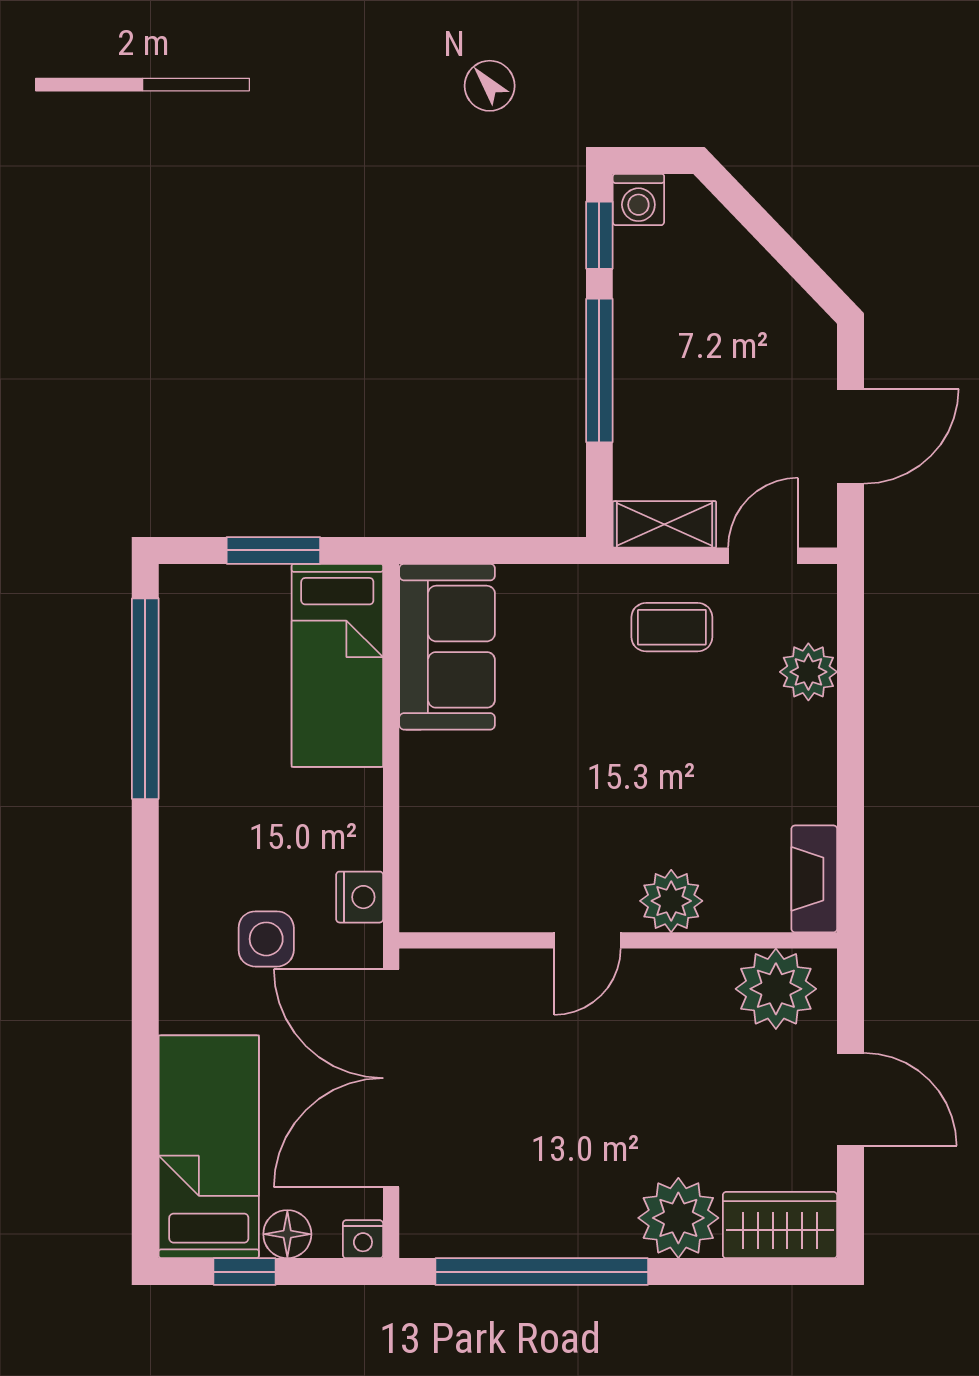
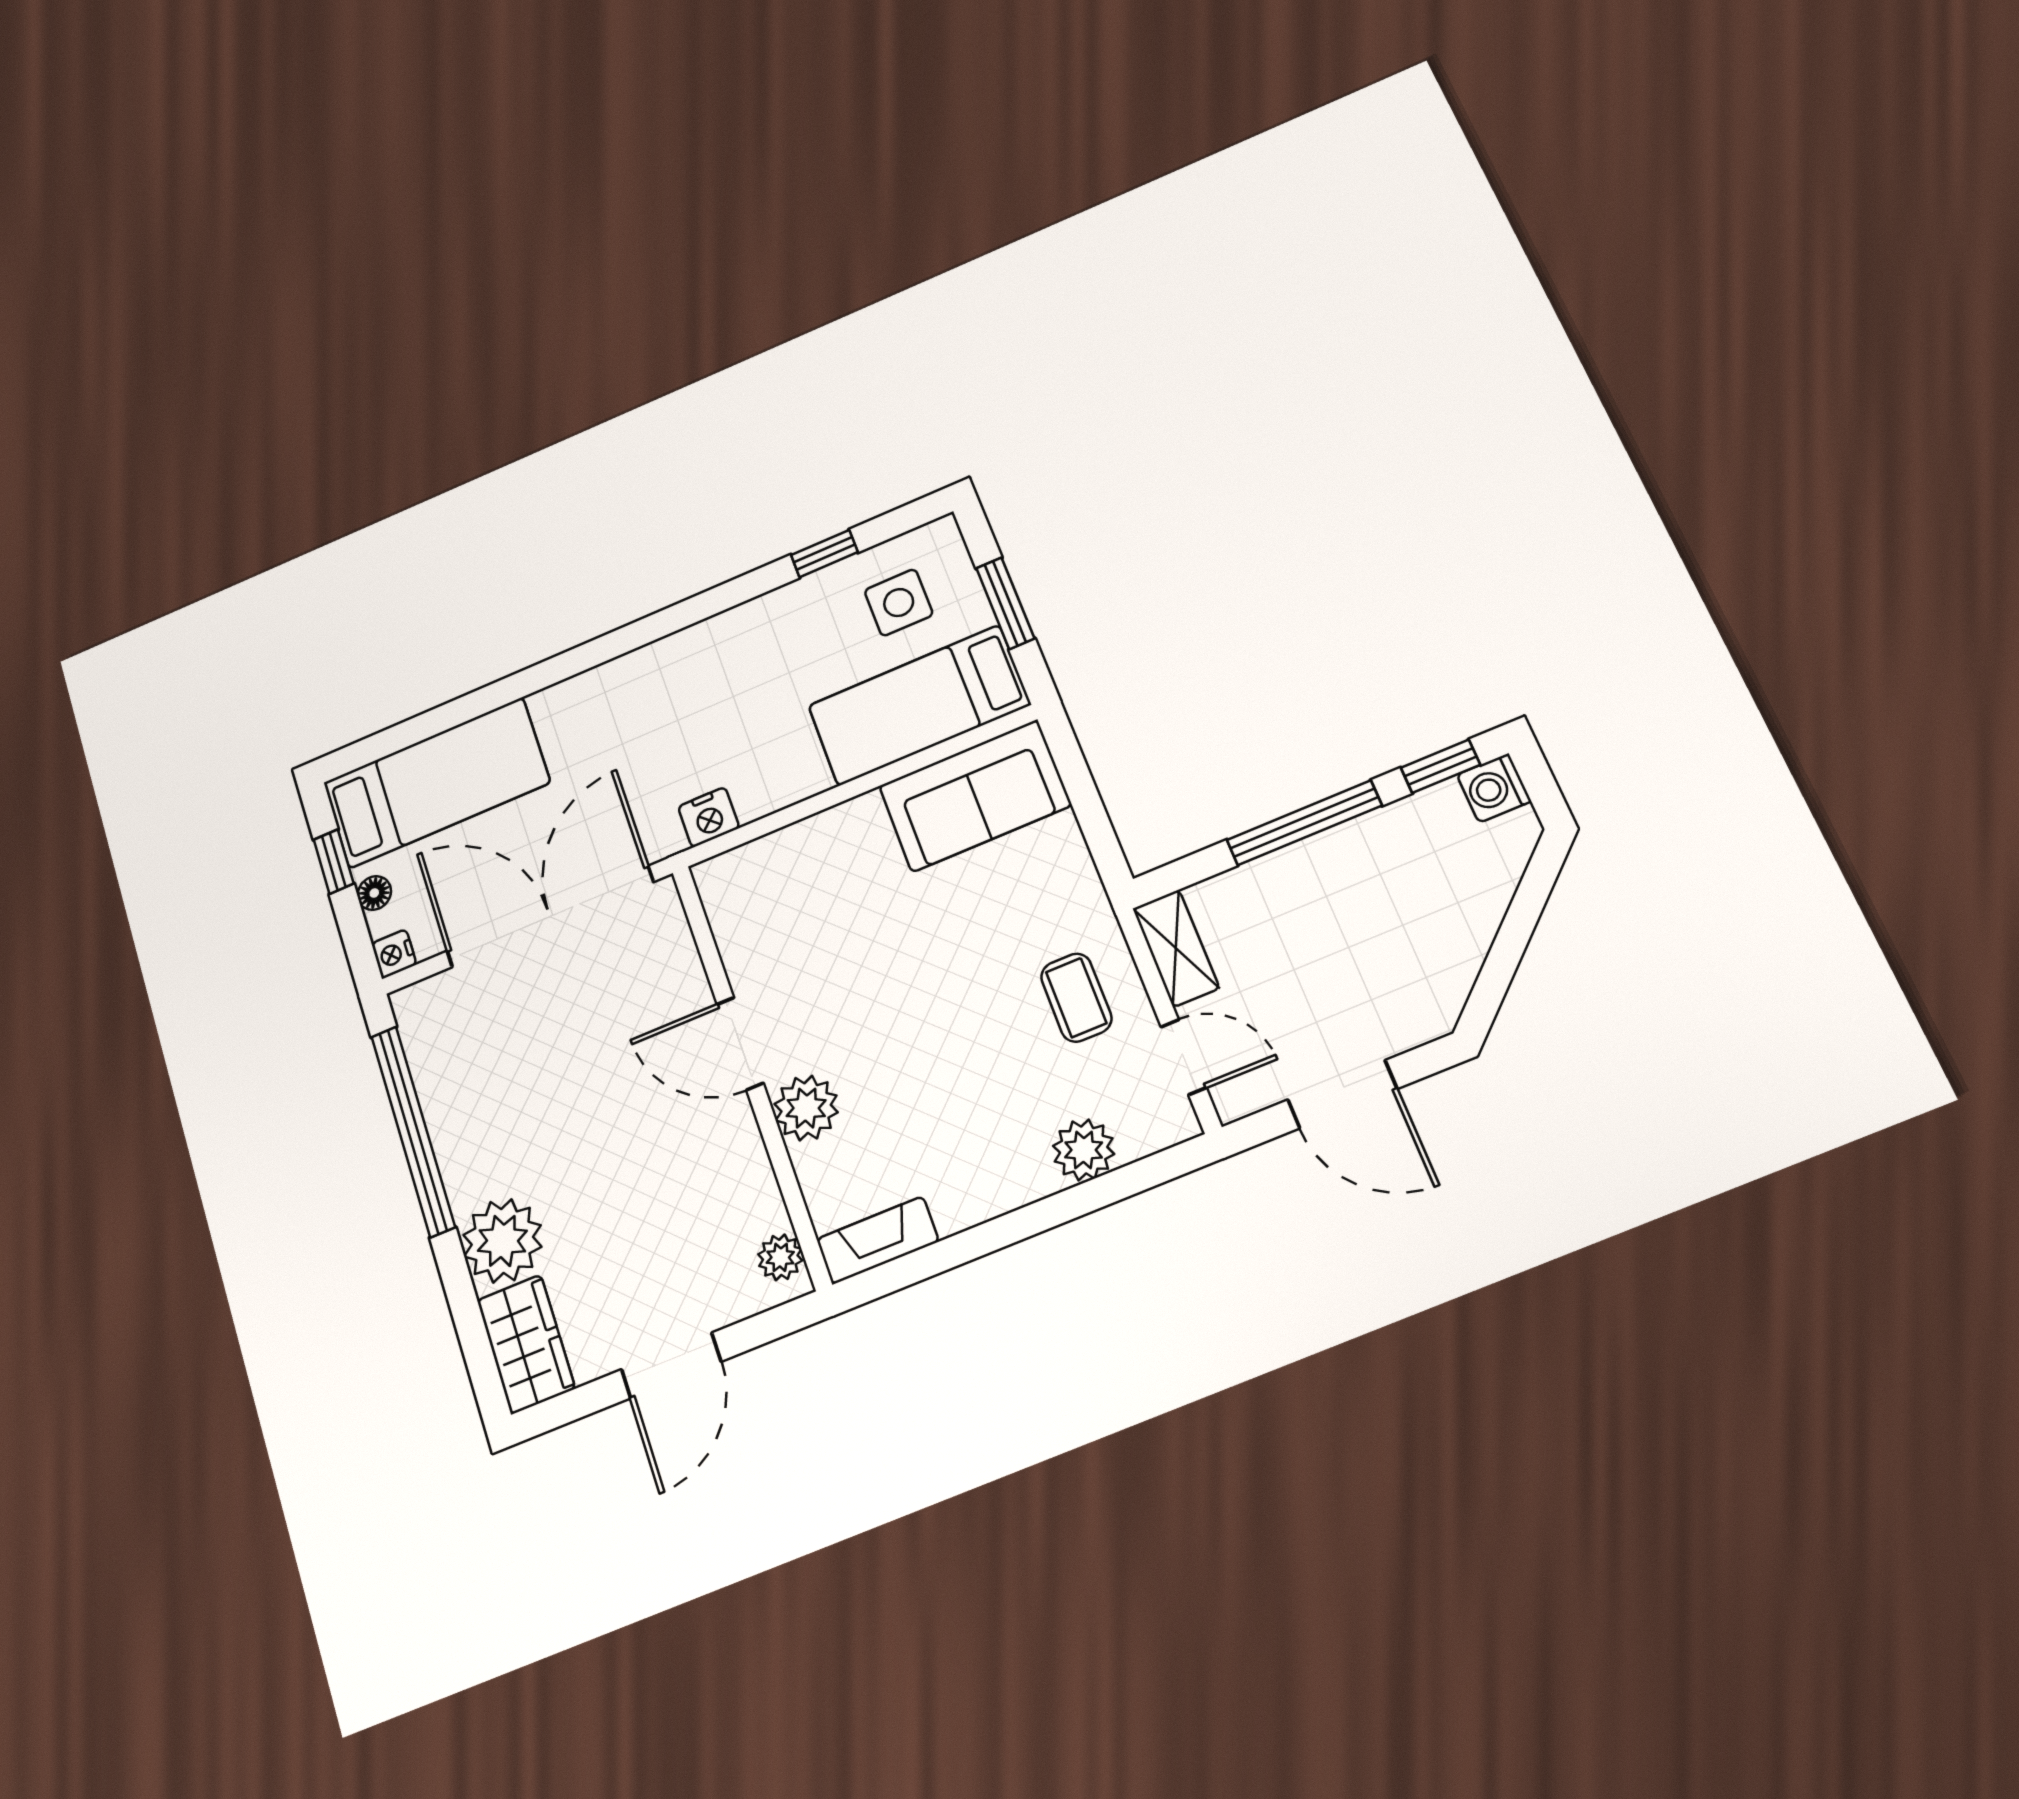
window: (145, 699) -> (824, 554), width x0.32
side table: (266, 939) -> (899, 603), moved
door: (587, 940) -> (740, 1044), width x1.38
plant: (776, 989) -> (780, 1257), width x0.53, depth x0.53
floor lamp: (287, 1234) -> (374, 893), width x0.73, depth x0.73

